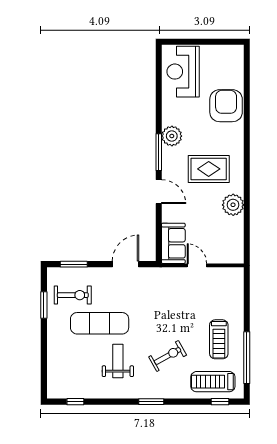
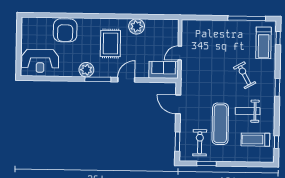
armchair: (226, 106) -> (65, 30), turned -90
treadmill: (219, 339) -> (255, 140), moved, turned 180

